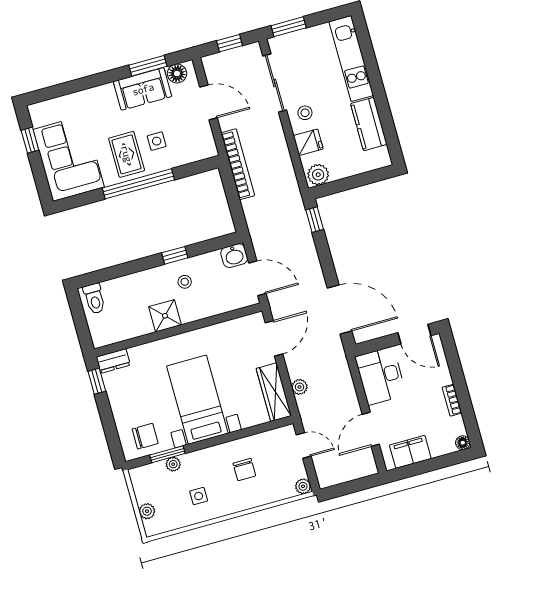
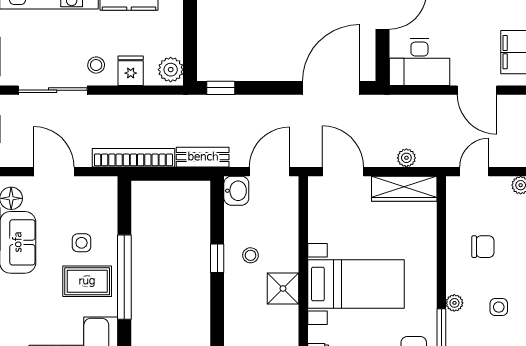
door: (208, 102) -> (54, 172), hinge flipped
bench: (254, 221) -> (203, 157), added
bed with nightstands: (197, 400) -> (356, 284), moved, turned 180
plant: (173, 464) -> (454, 303), moved

